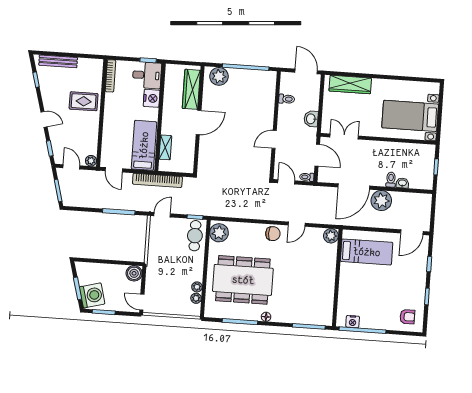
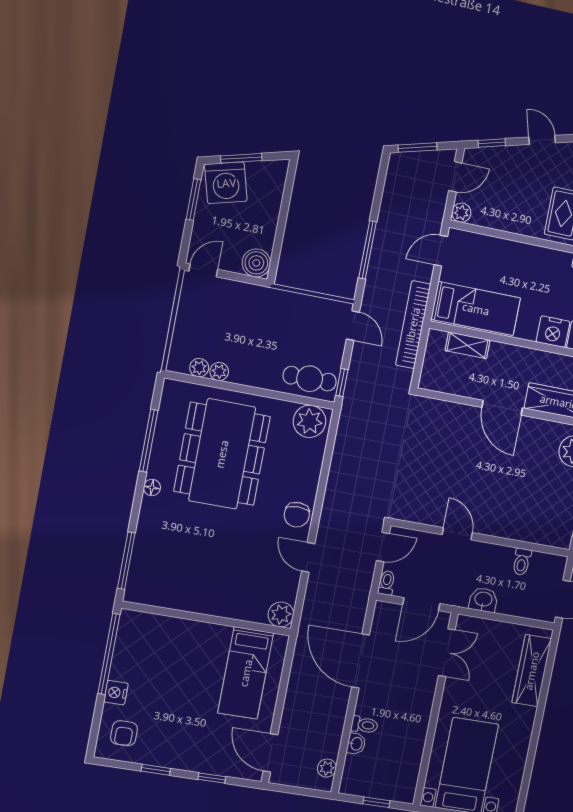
door: (44, 119) -> (542, 140), swing flipped
plant: (381, 201) -> (327, 768), moved, width x0.53, depth x0.53
nightstand: (353, 322) -> (116, 693), moved

